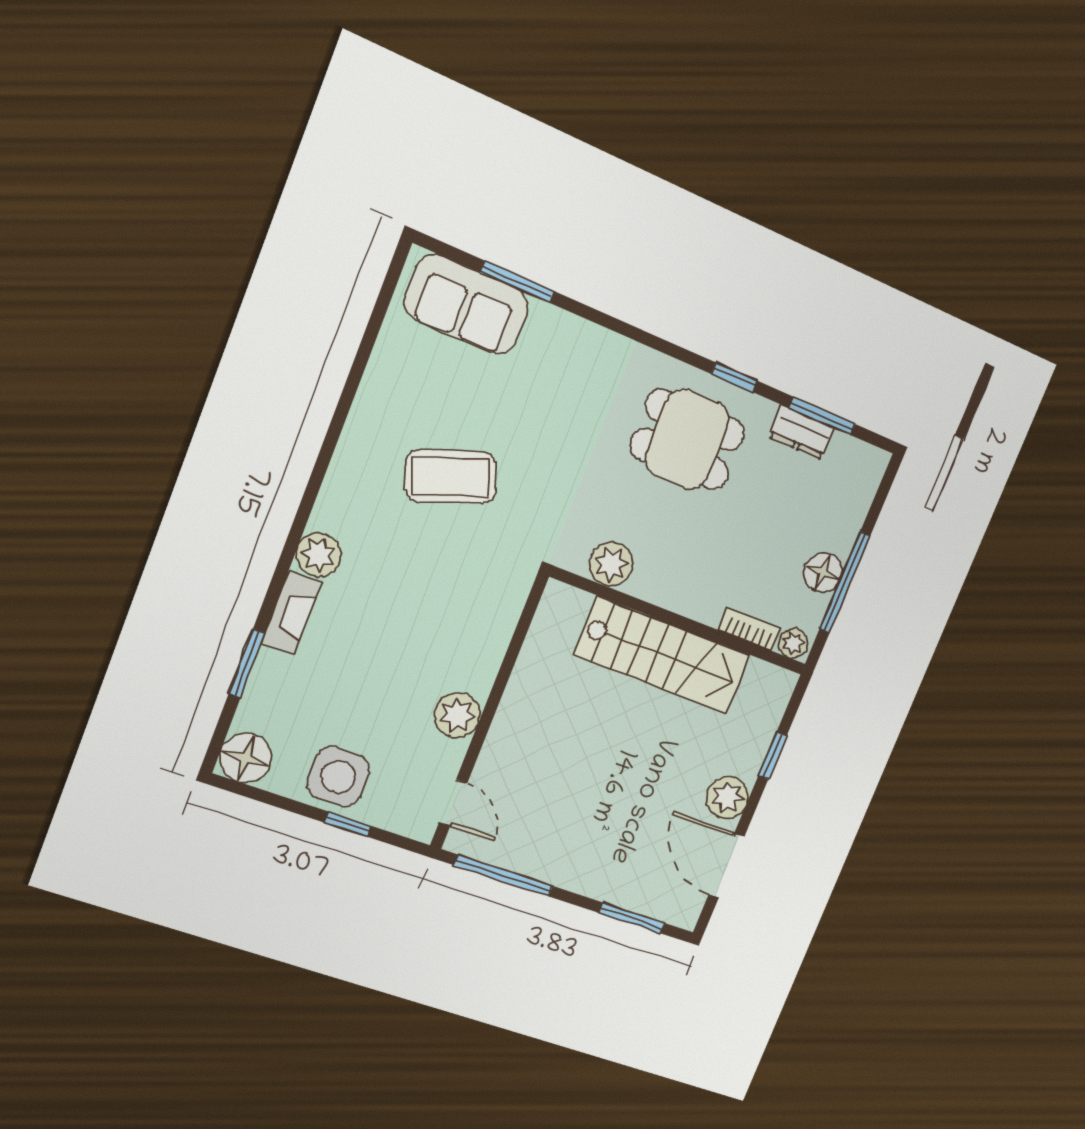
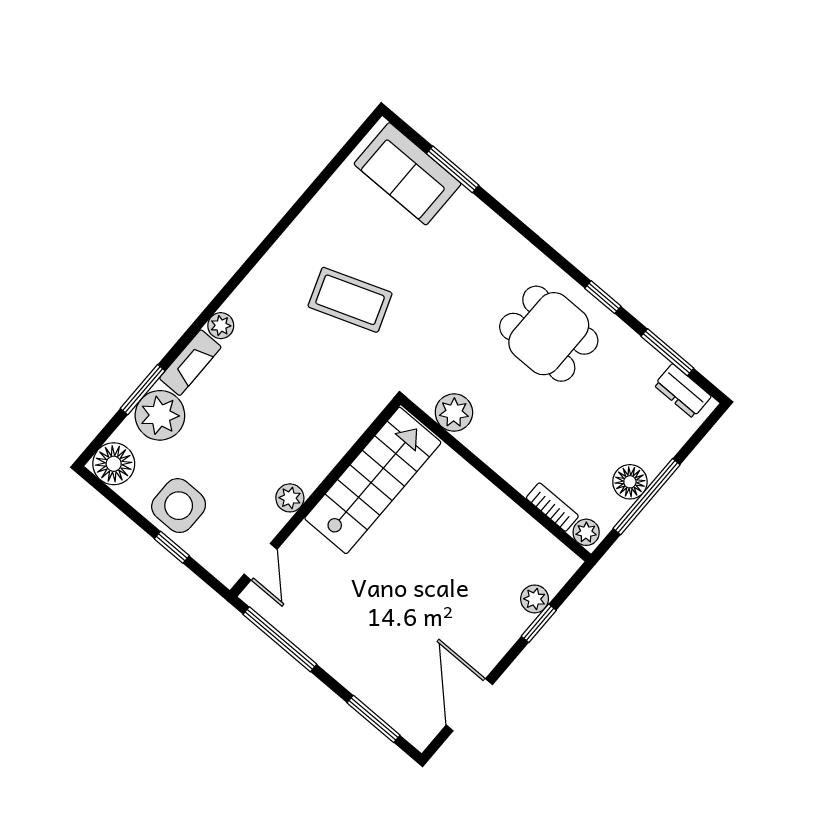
dresser: (802, 432) -> (683, 391), moved
plant: (319, 555) -> (221, 326), width x0.73, depth x0.73
stairs: (662, 655) -> (373, 480), moved, turned -90
plant: (278, 685) -> (160, 415), added
plant: (457, 715) -> (290, 498), width x0.73, depth x0.73
plant: (727, 797) -> (535, 599), moved, width x0.73, depth x0.73

